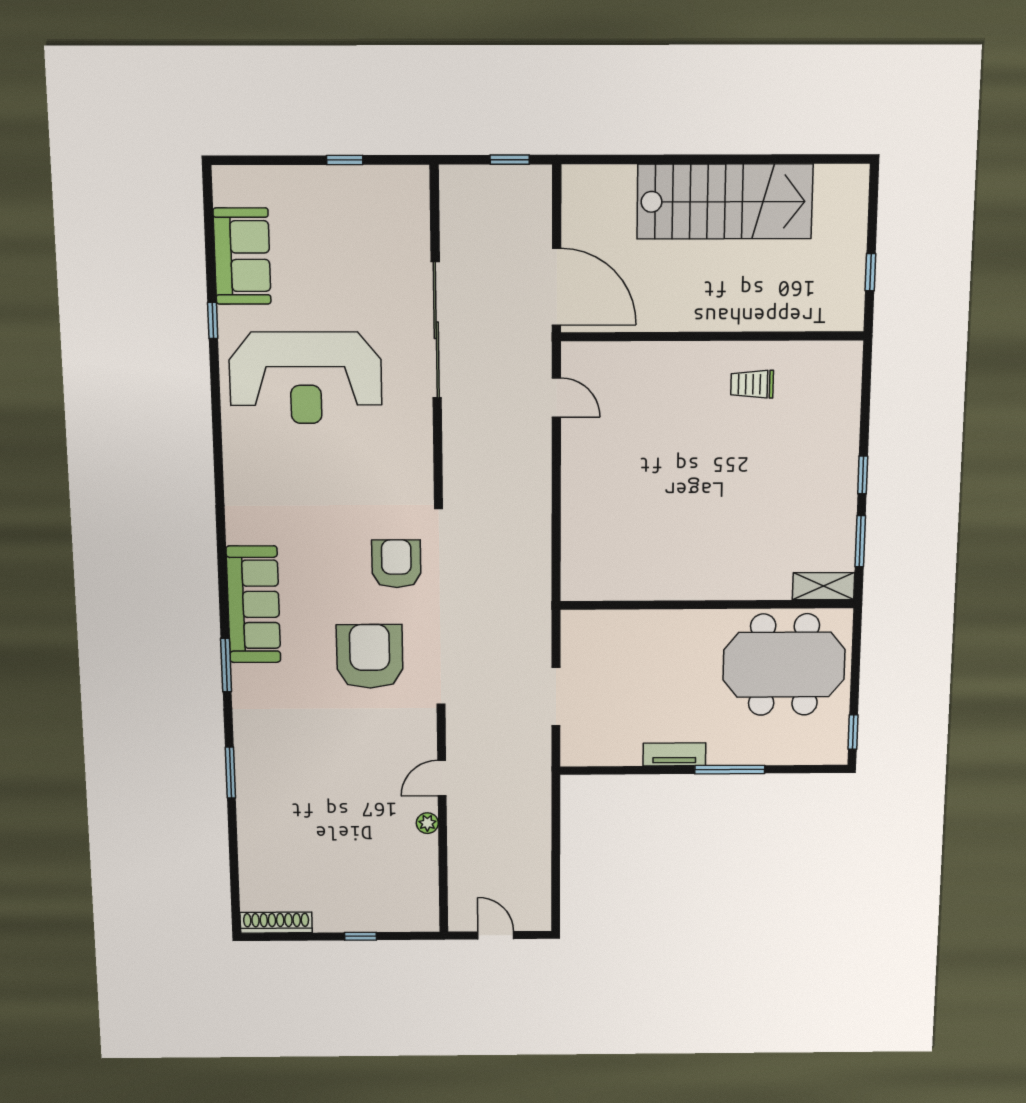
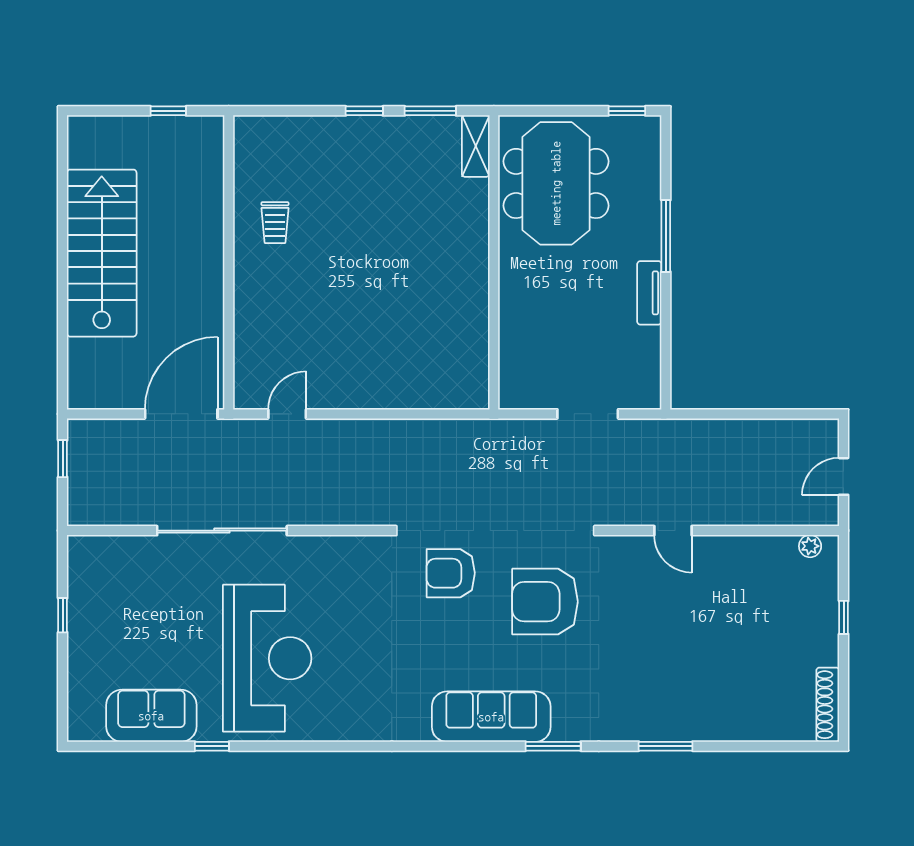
plant: (427, 823) -> (810, 546), moved

